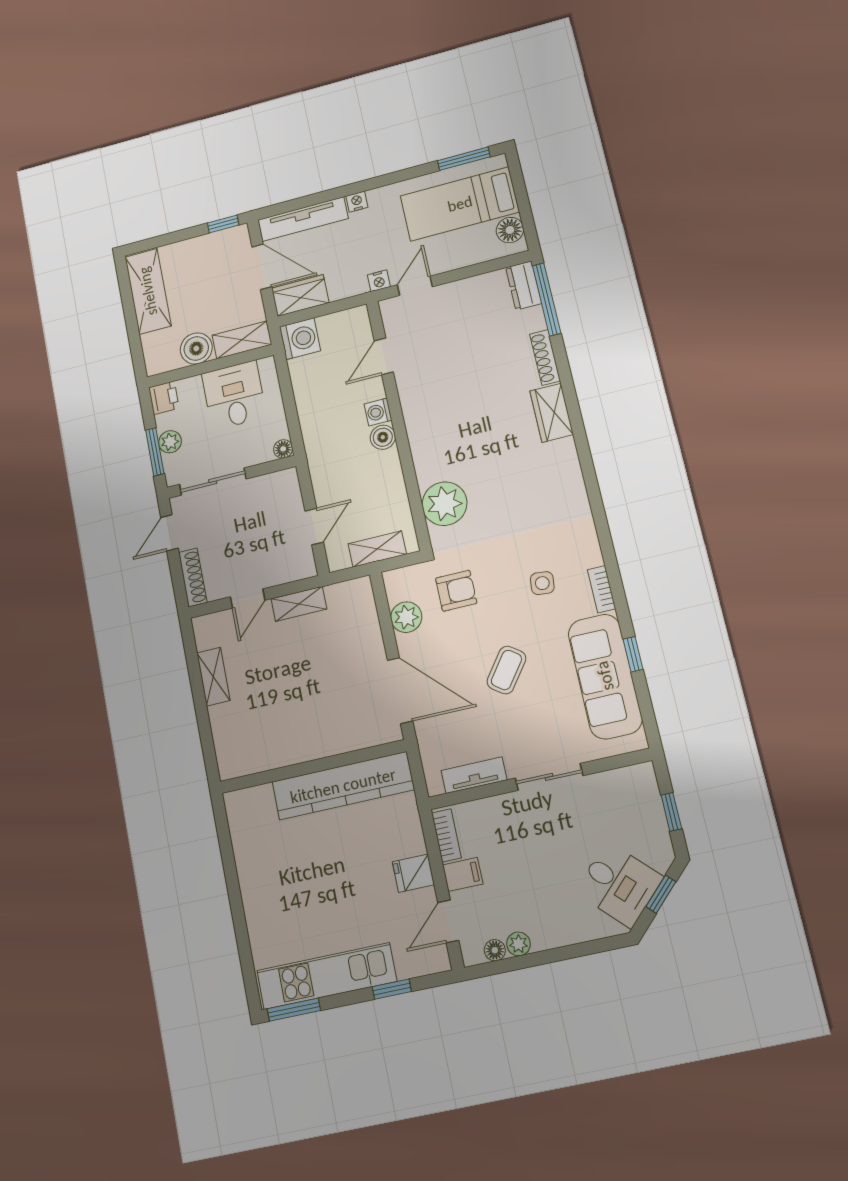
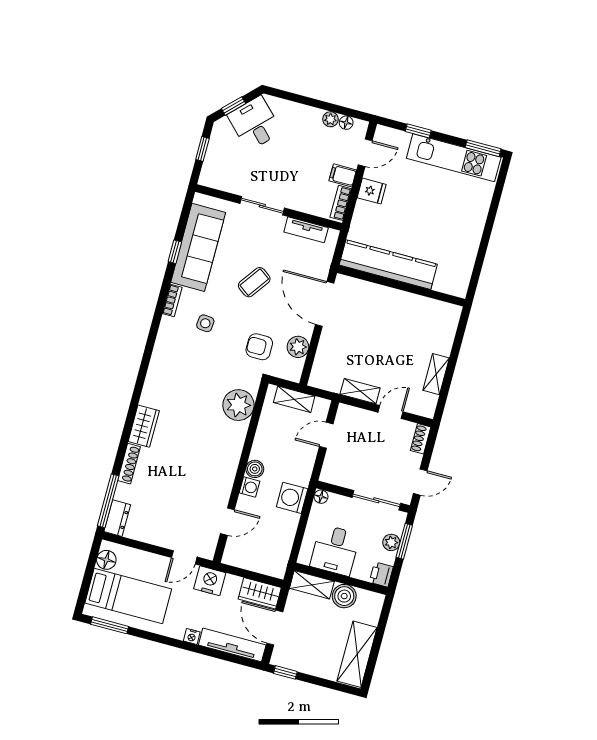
nightstand: (379, 281) -> (210, 581), width x1.89, depth x1.79
washing machine: (300, 339) -> (292, 498), moved
shoe rack: (193, 577) -> (421, 439), width x0.70

